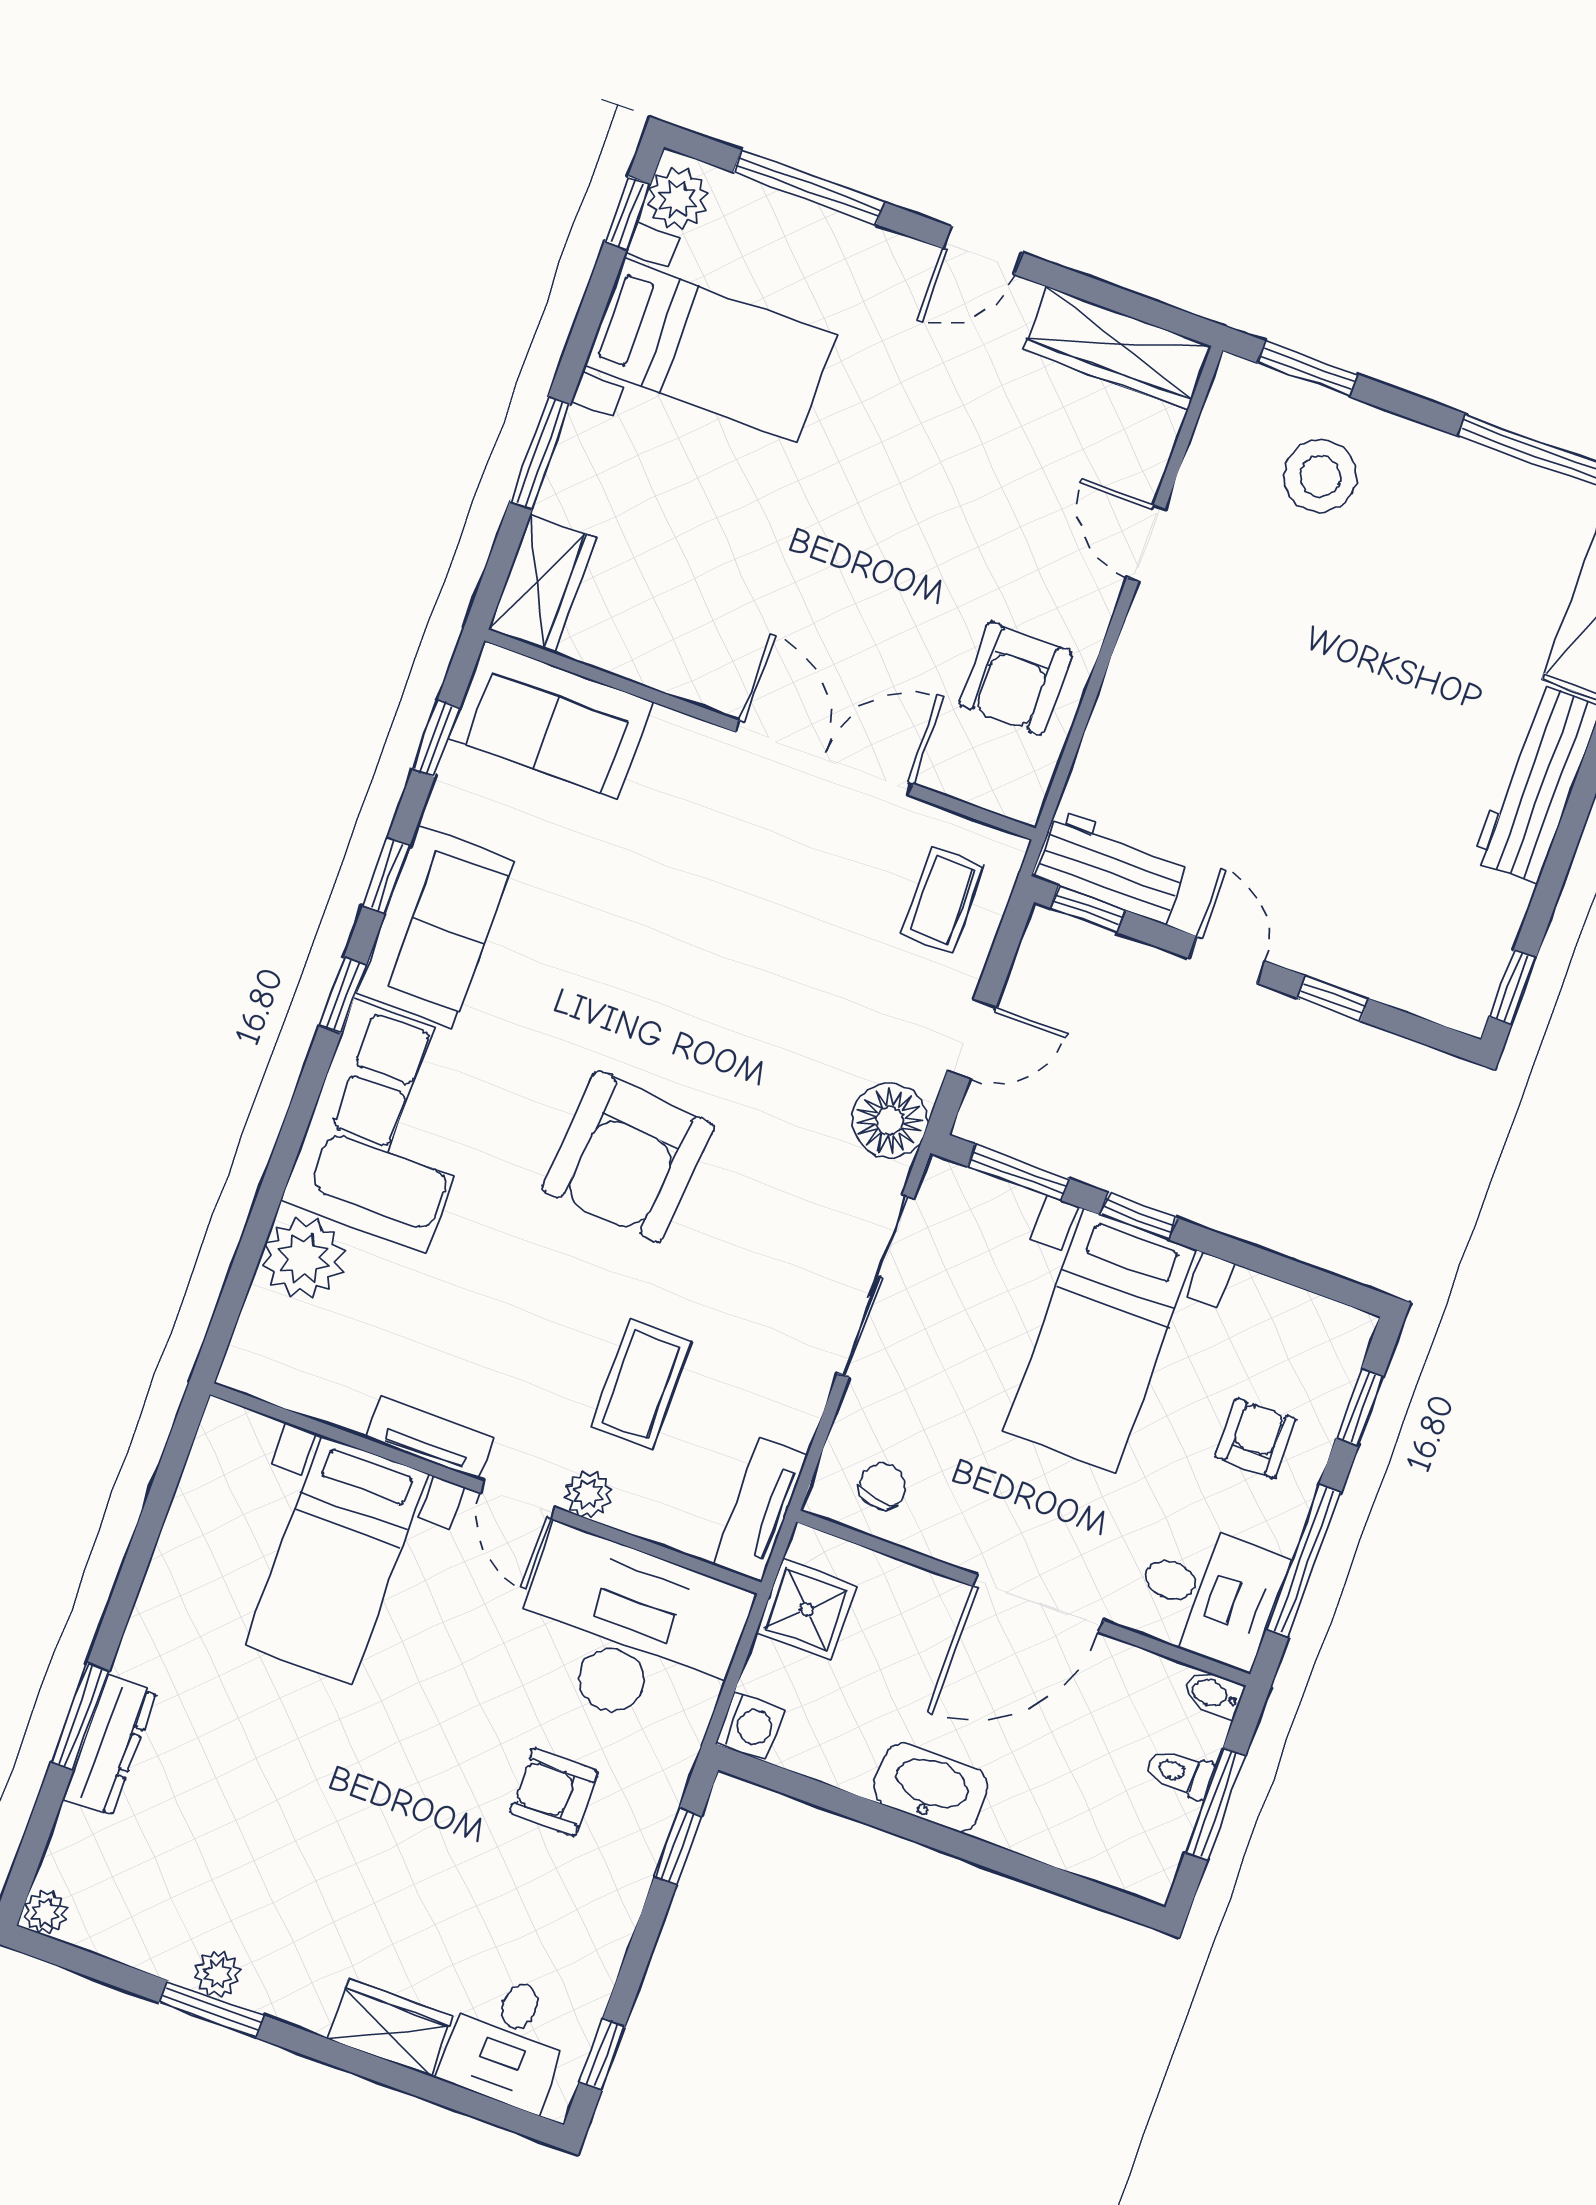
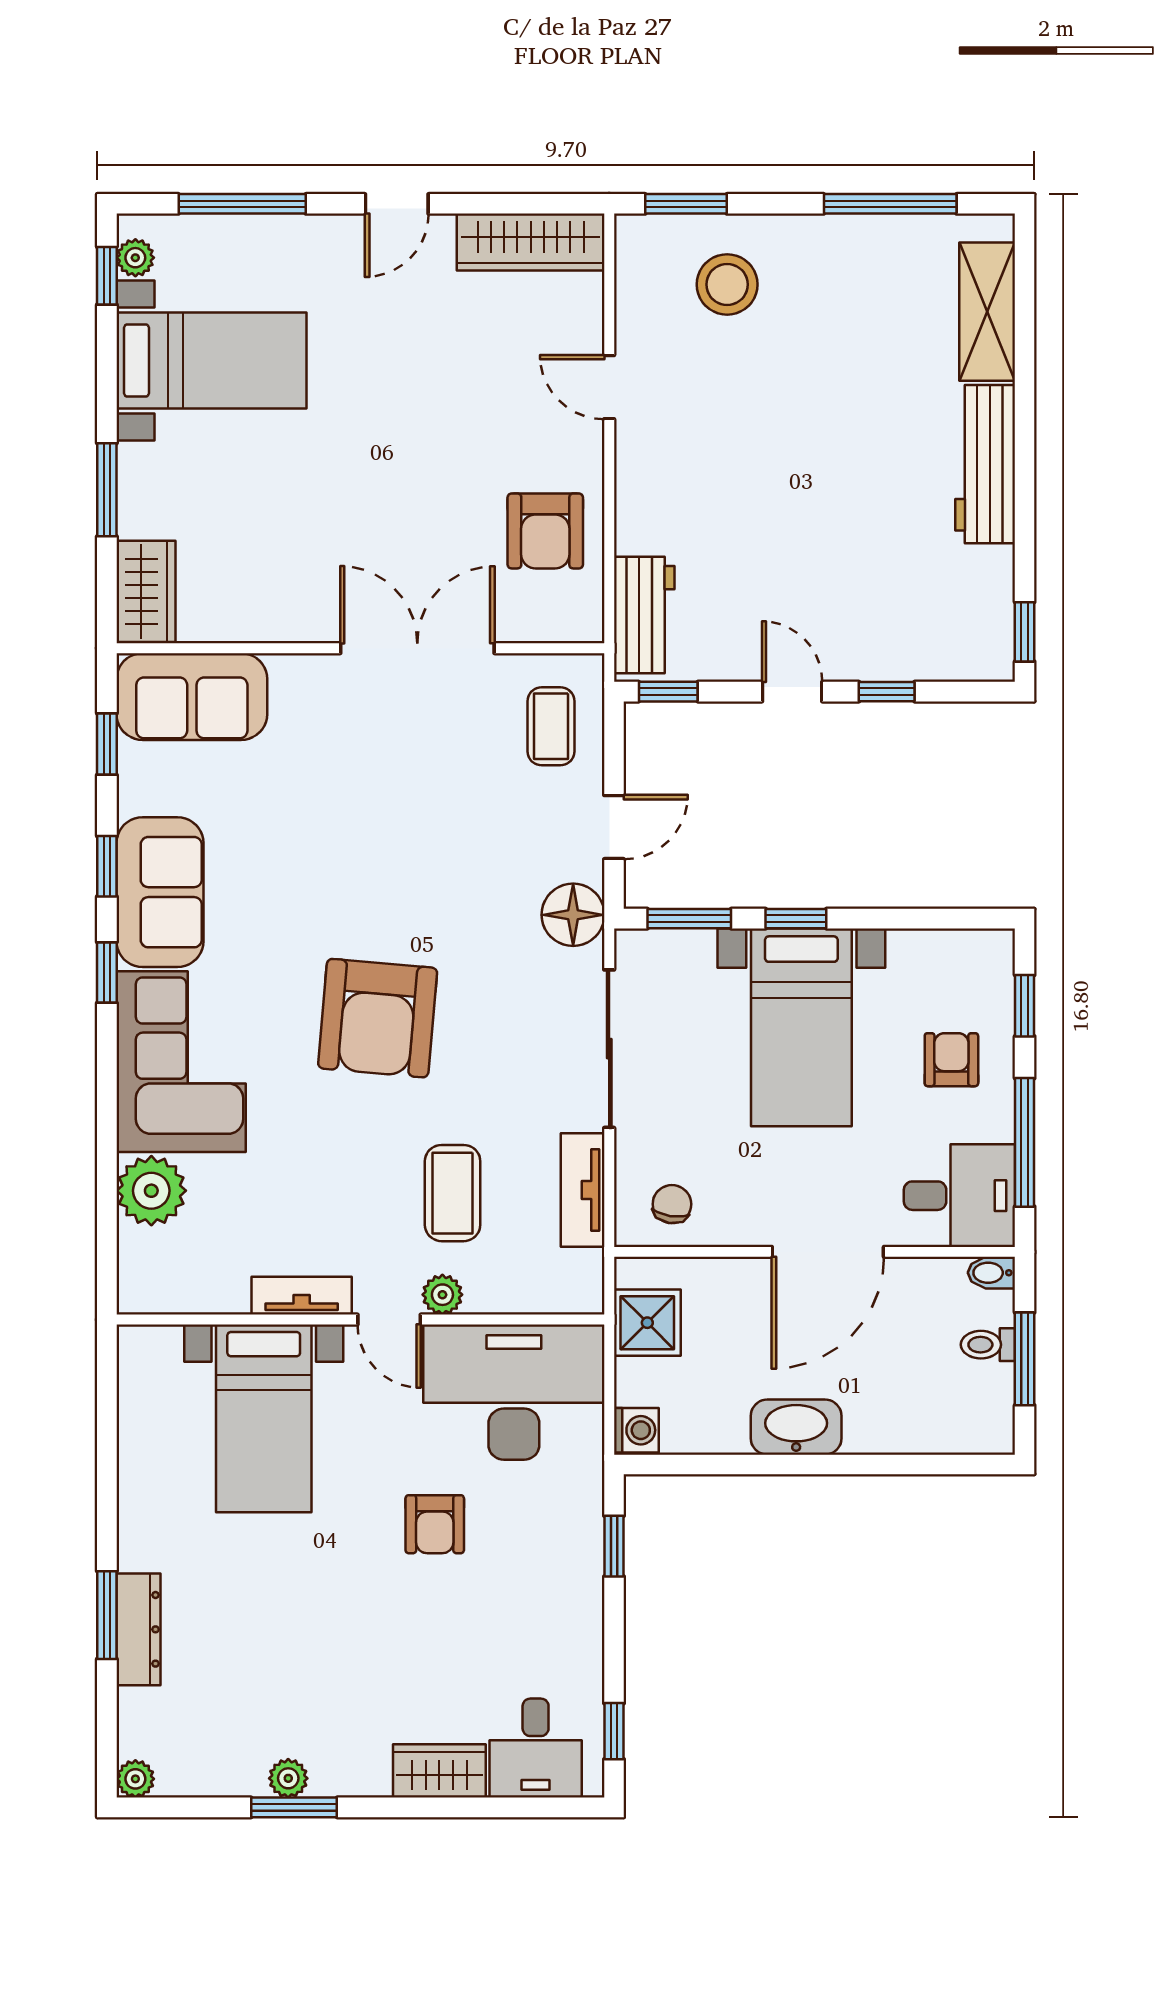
plant: (678, 199) -> (135, 258), width x0.73, depth x0.73
workbench: (1112, 867) -> (644, 615), moved, turned 90
tv unit: (760, 1510) -> (583, 1190), moved
armchair: (554, 1792) -> (435, 1524), moved, turned -90

